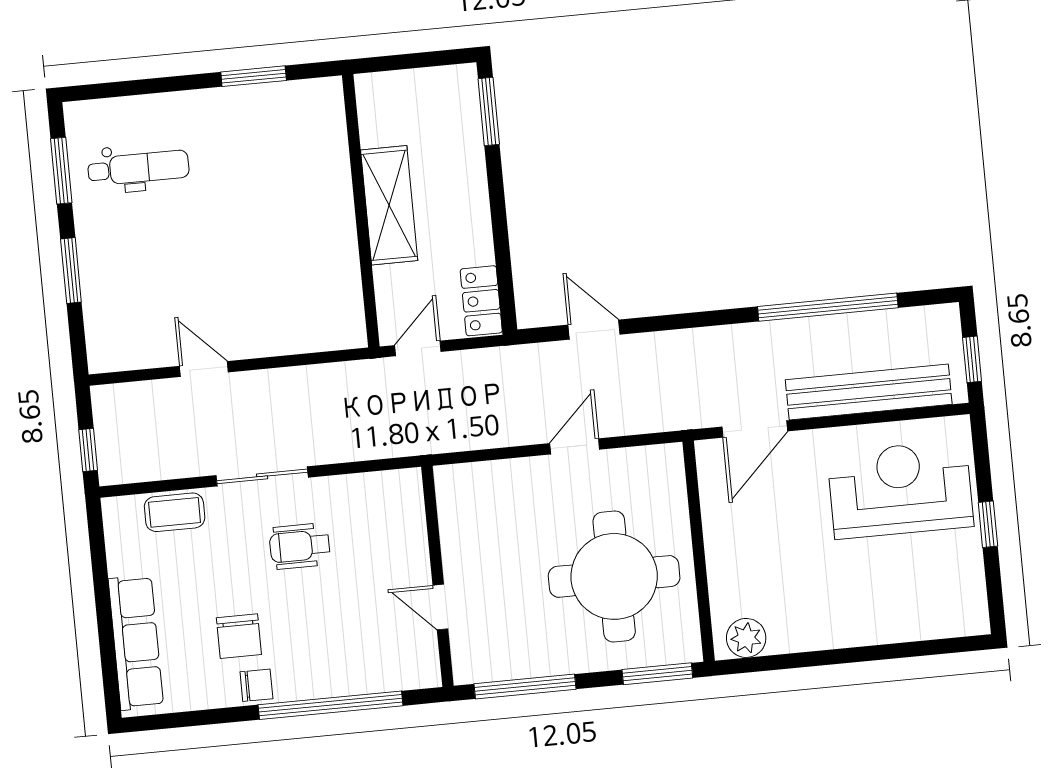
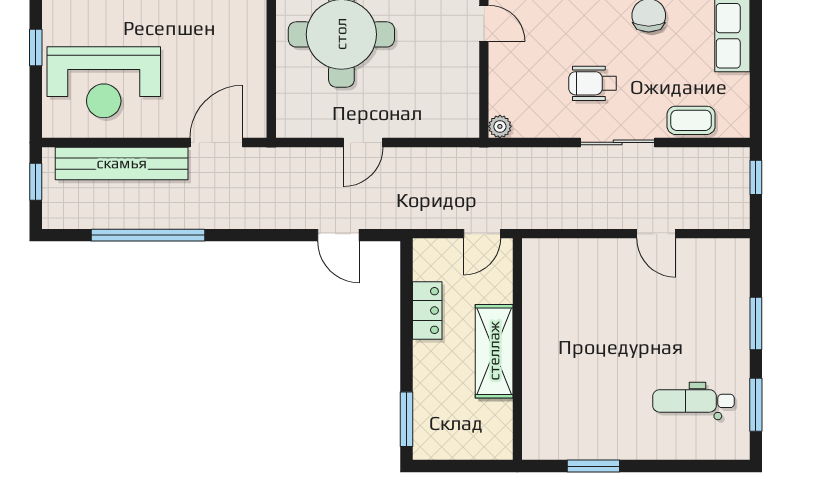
locker: (481, 301) -> (427, 311), moved
plant: (409, 482) -> (500, 126), added
wheelchair: (300, 546) -> (593, 83), turned 180

